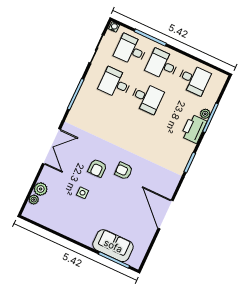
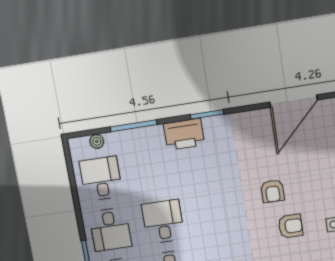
plant: (205, 114) -> (97, 141), moved
printer: (194, 129) -> (184, 134), moved

